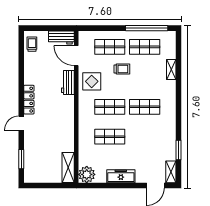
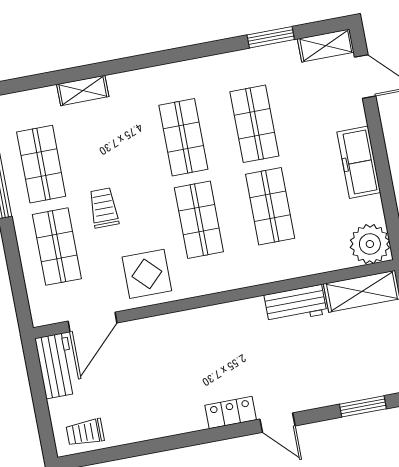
workbench: (68, 83) -> (295, 304), moved
locker: (29, 100) -> (231, 413), width x0.66
shop shelf: (145, 137) -> (254, 124), added

